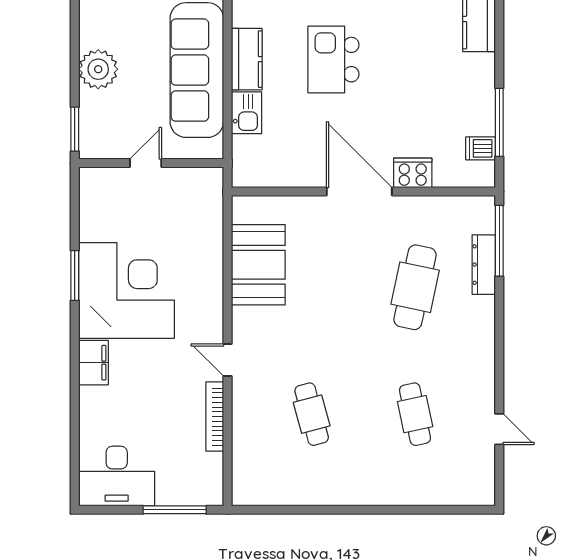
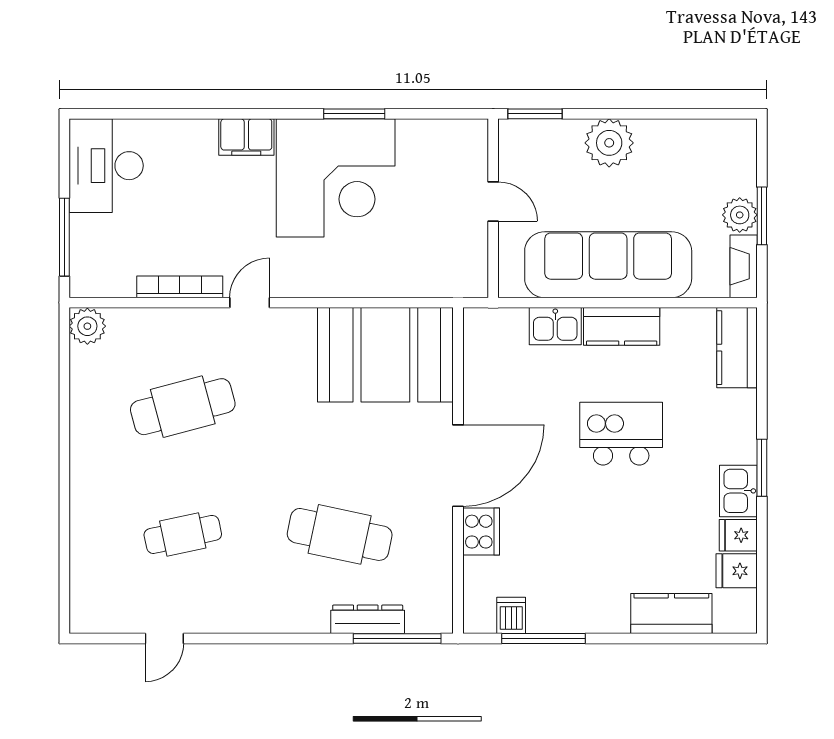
booth: (258, 265) -> (385, 355), width x1.36, depth x1.42
cafe table: (312, 414) -> (183, 407), width x1.37, depth x1.35
plant: (247, 491) -> (87, 326), added

